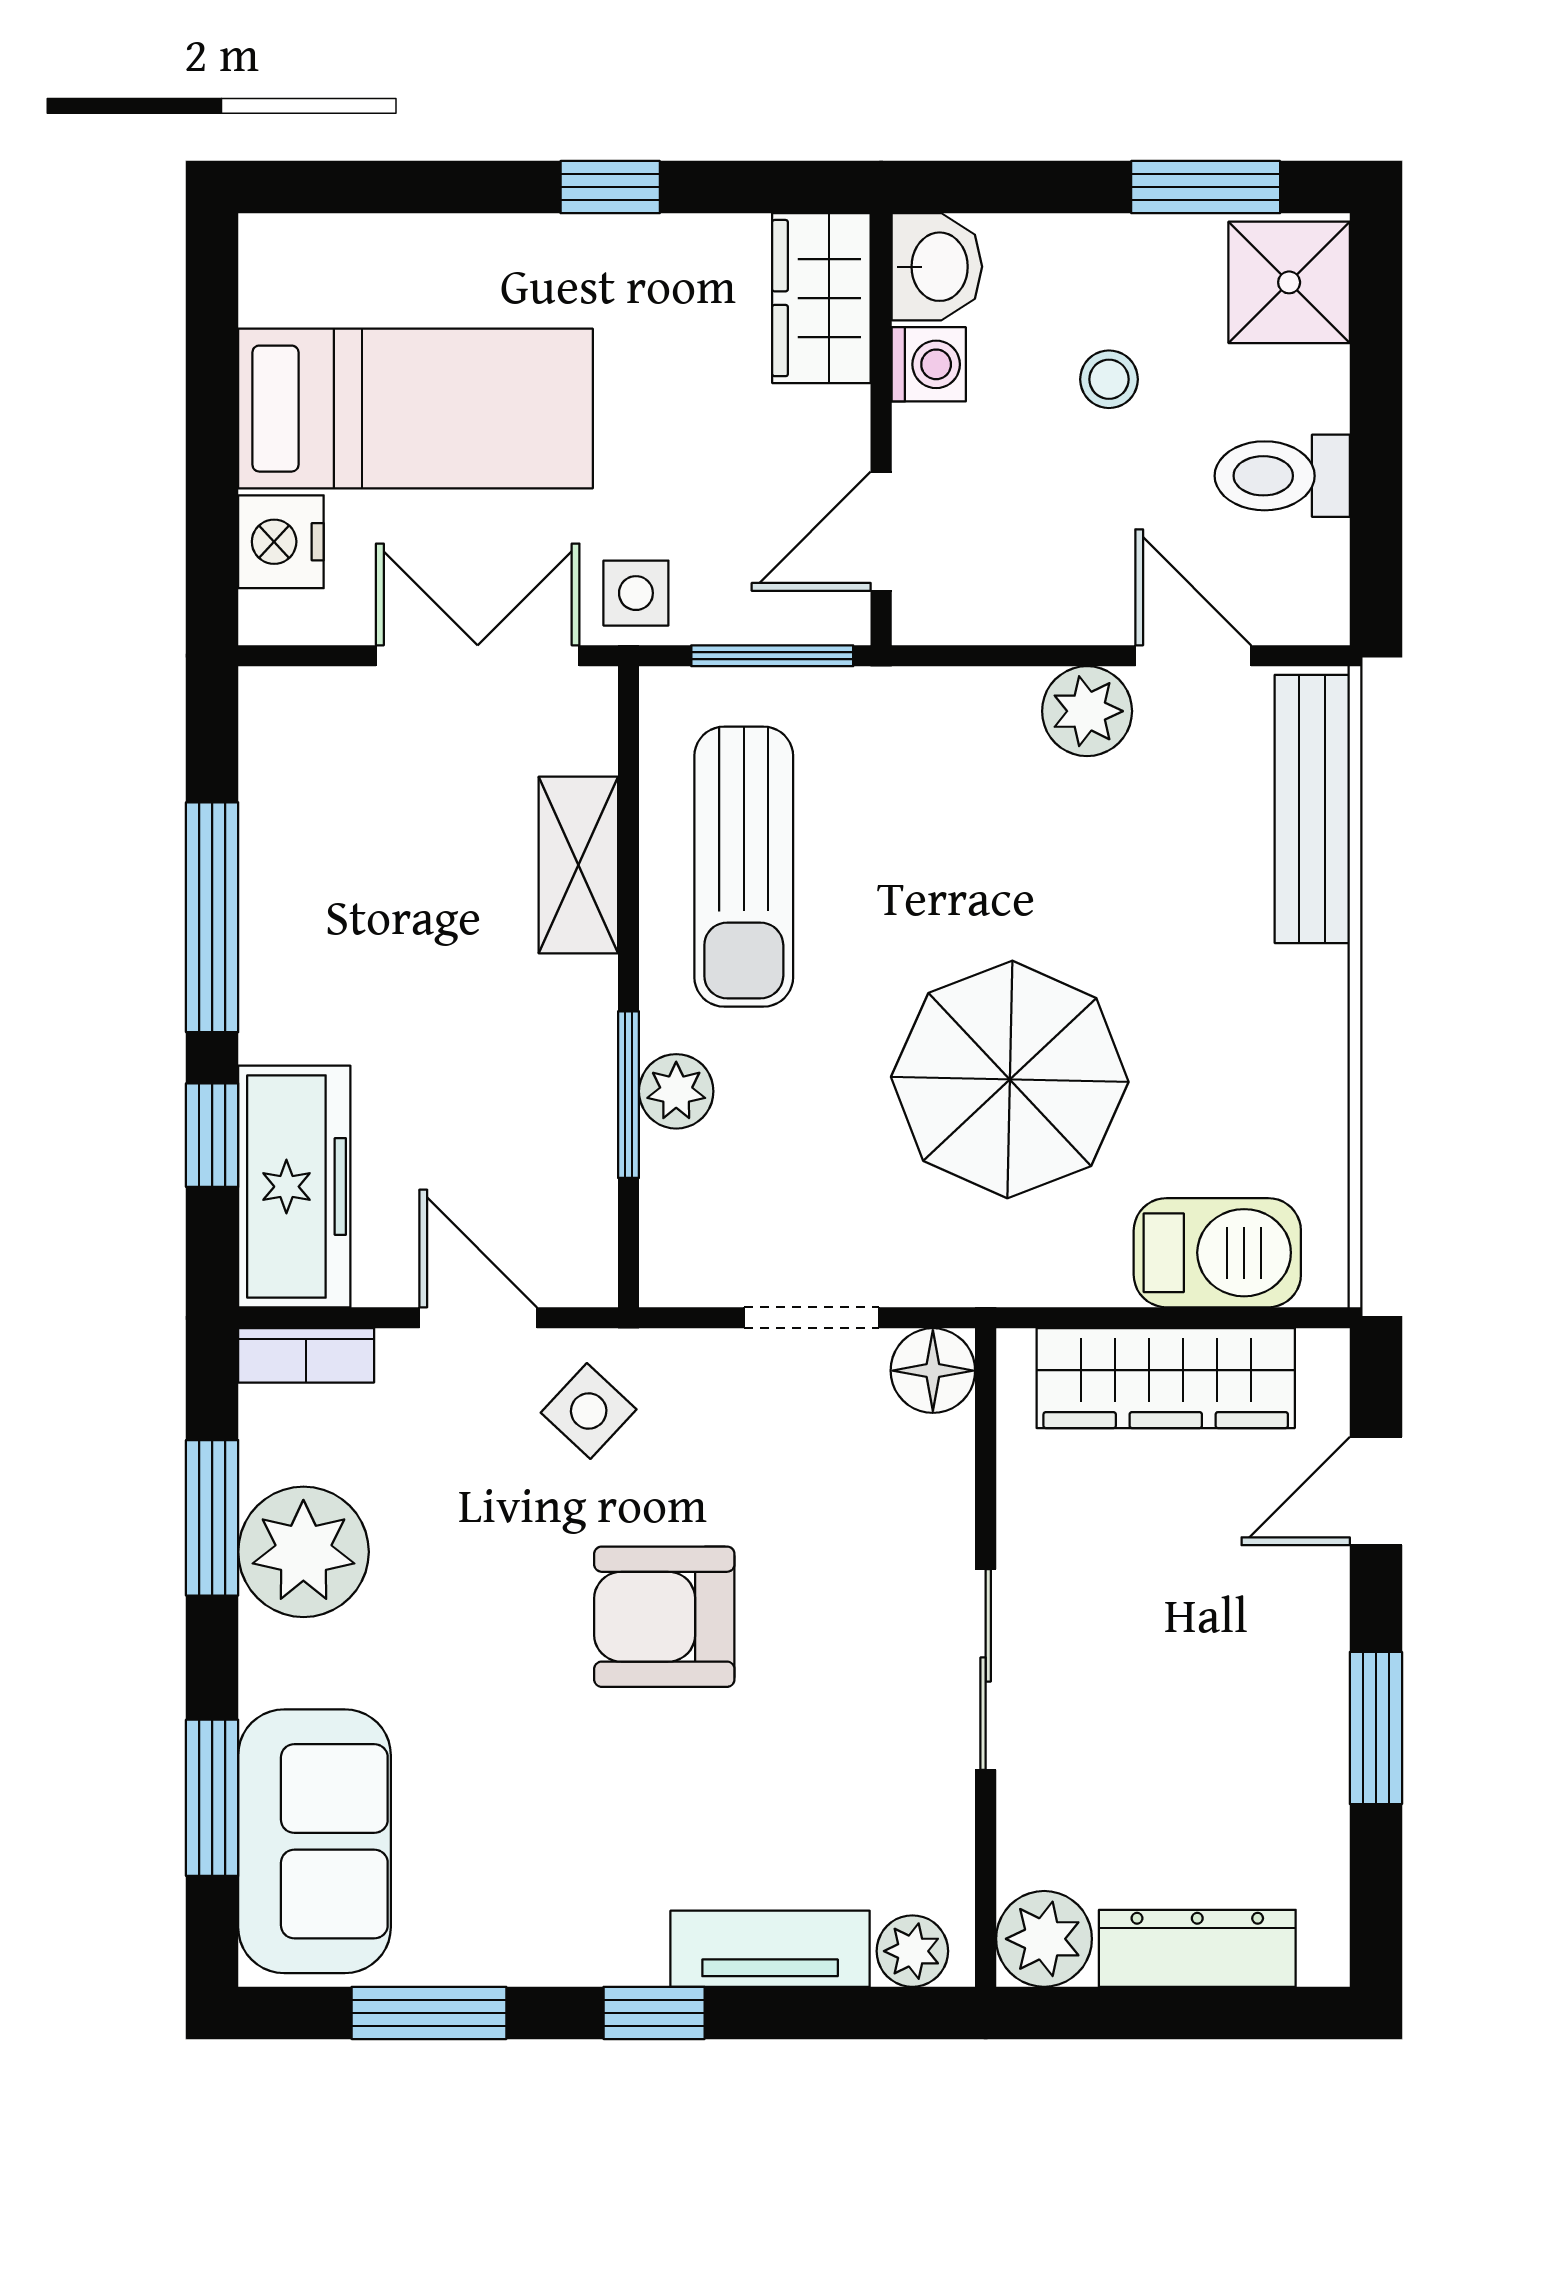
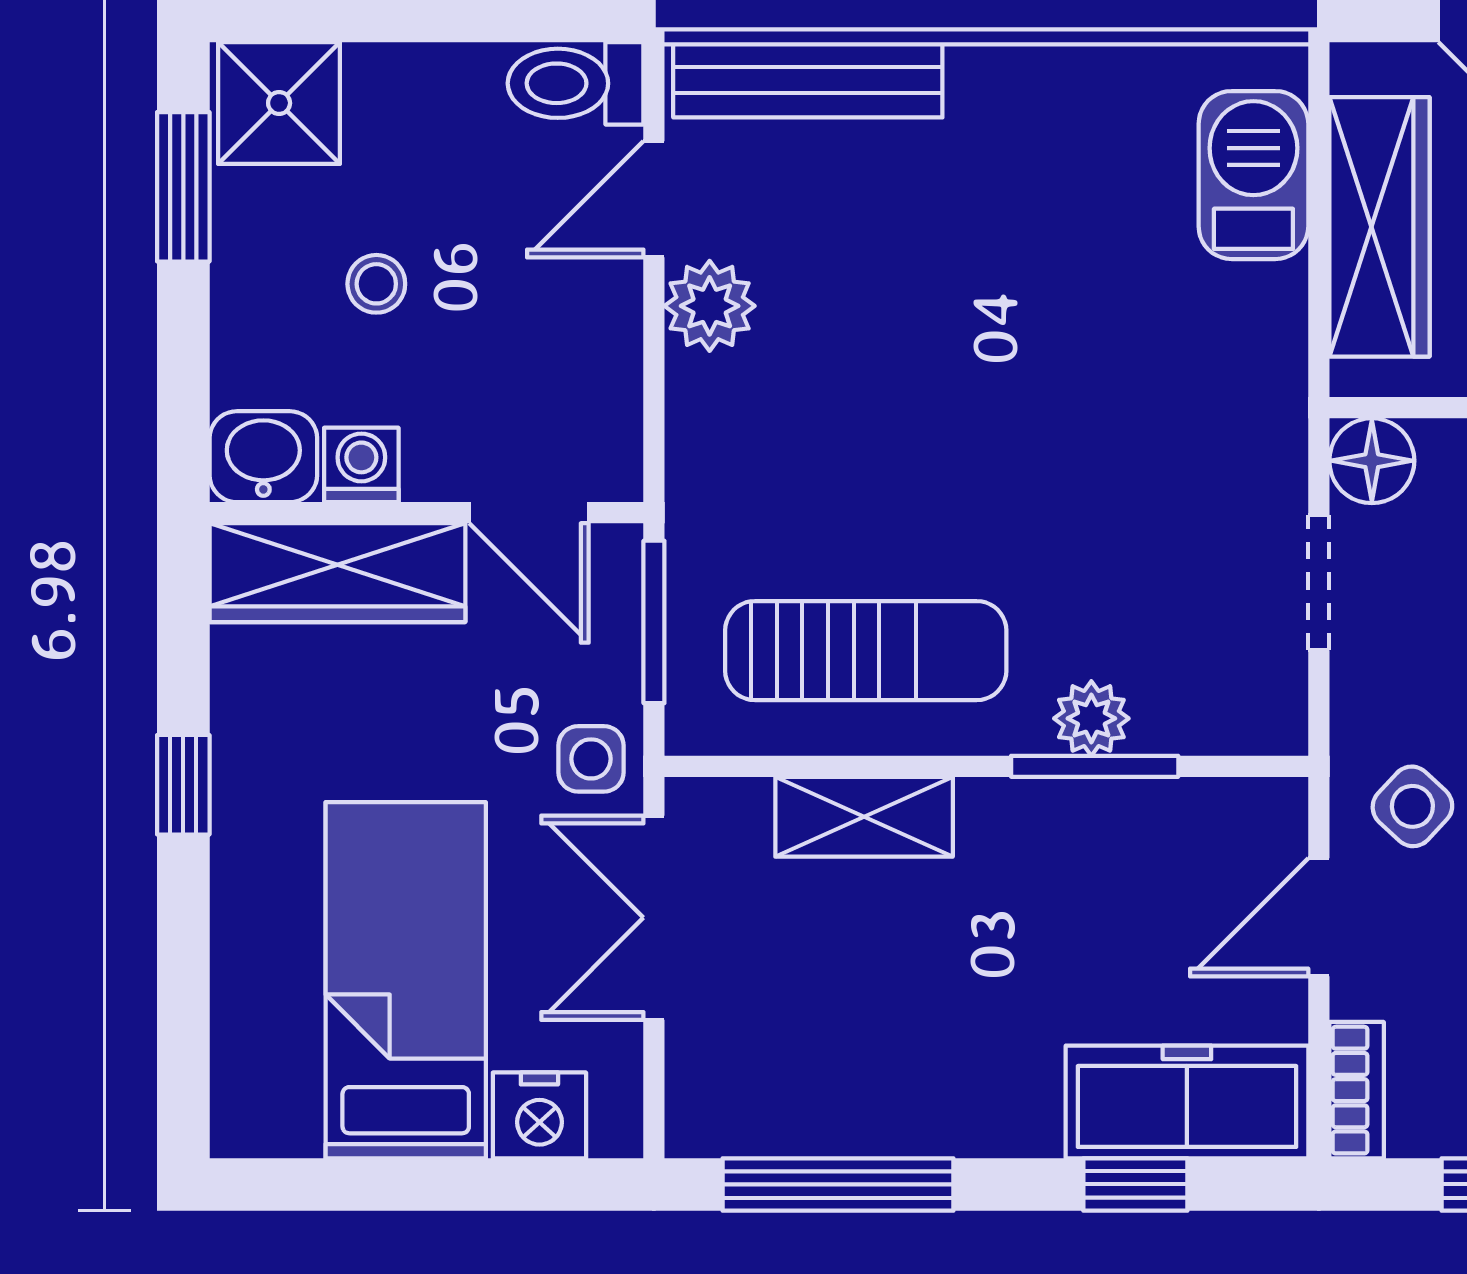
wardrobe: (821, 298) -> (337, 573), width x1.50
toilet: (1282, 476) -> (576, 83), moved, turned 90
window: (212, 917) -> (838, 1184), moved
parasol: (1010, 1079) -> (1079, 383), removed

